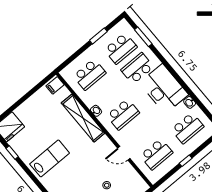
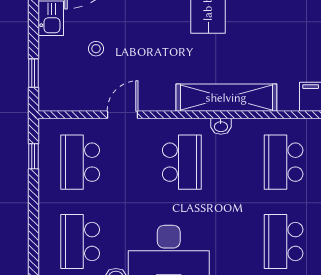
school desk: (137, 68) -> (233, 242), removed
school desk: (123, 114) -> (182, 162), turned 180
window: (186, 161) -> (33, 156), moved

